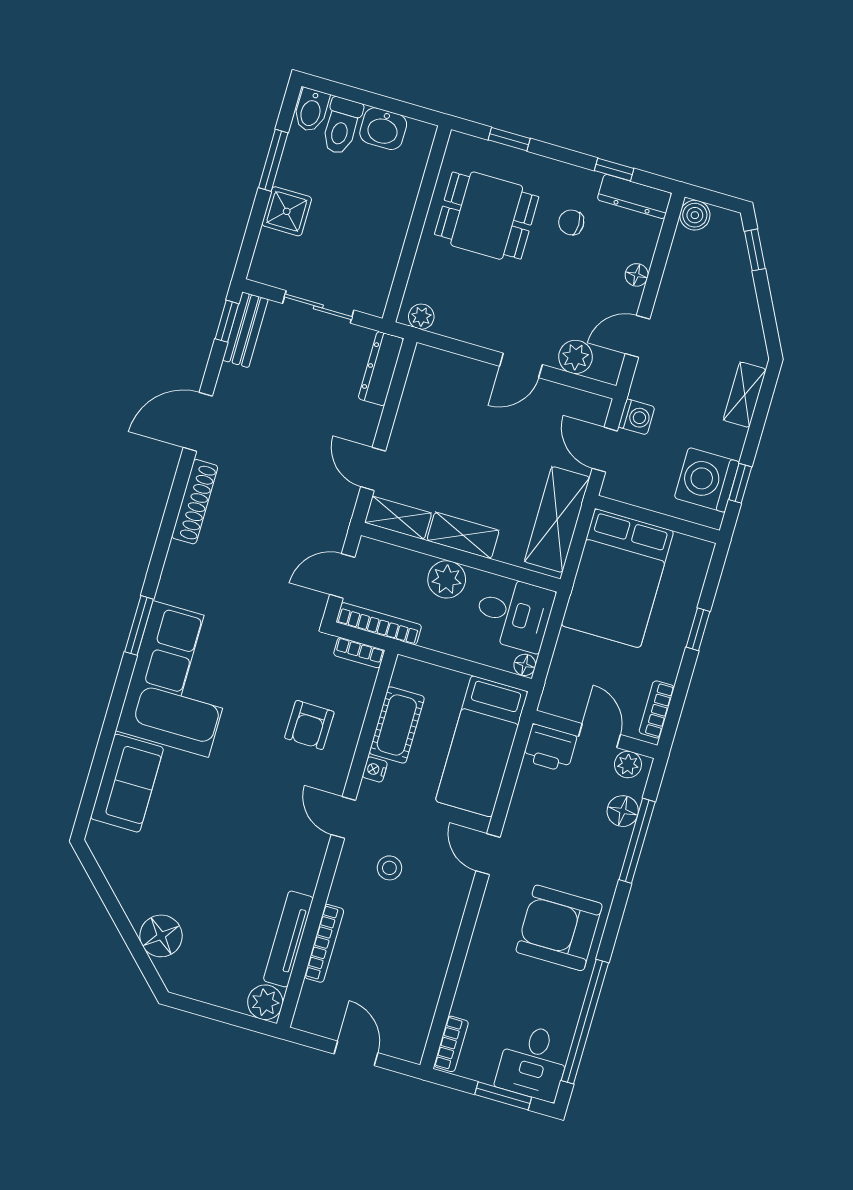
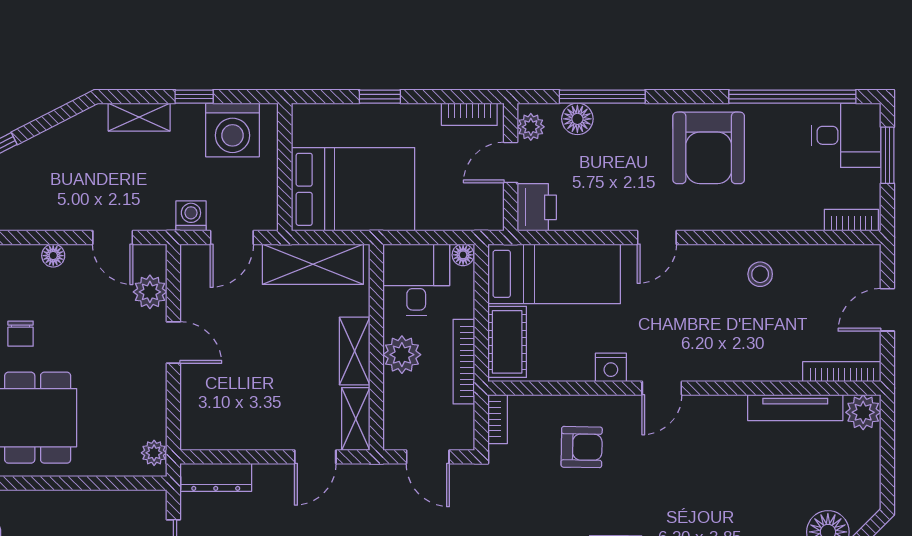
window: (740, 483) -> (194, 97), moved
bookcase: (379, 624) -> (464, 362), moved
cot: (397, 725) -> (507, 342), moved, turned 90
nightstand: (375, 769) -> (611, 367), width x1.39, depth x1.35
stool: (389, 868) -> (760, 274), moved
bookcase: (324, 943) -> (842, 372), moved

